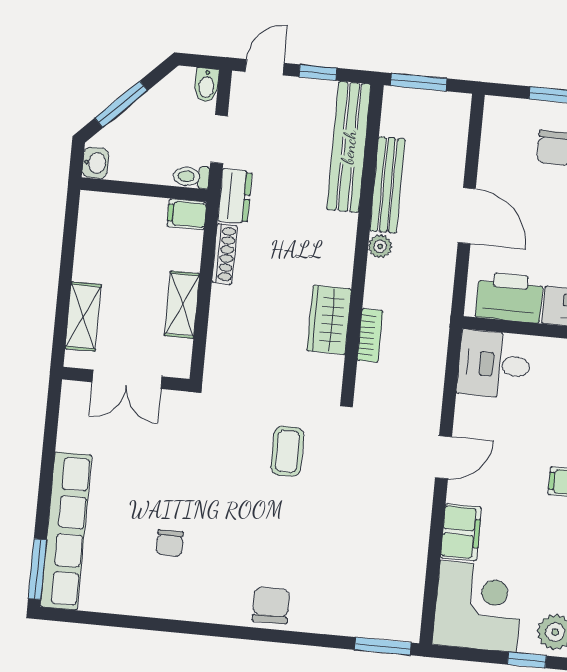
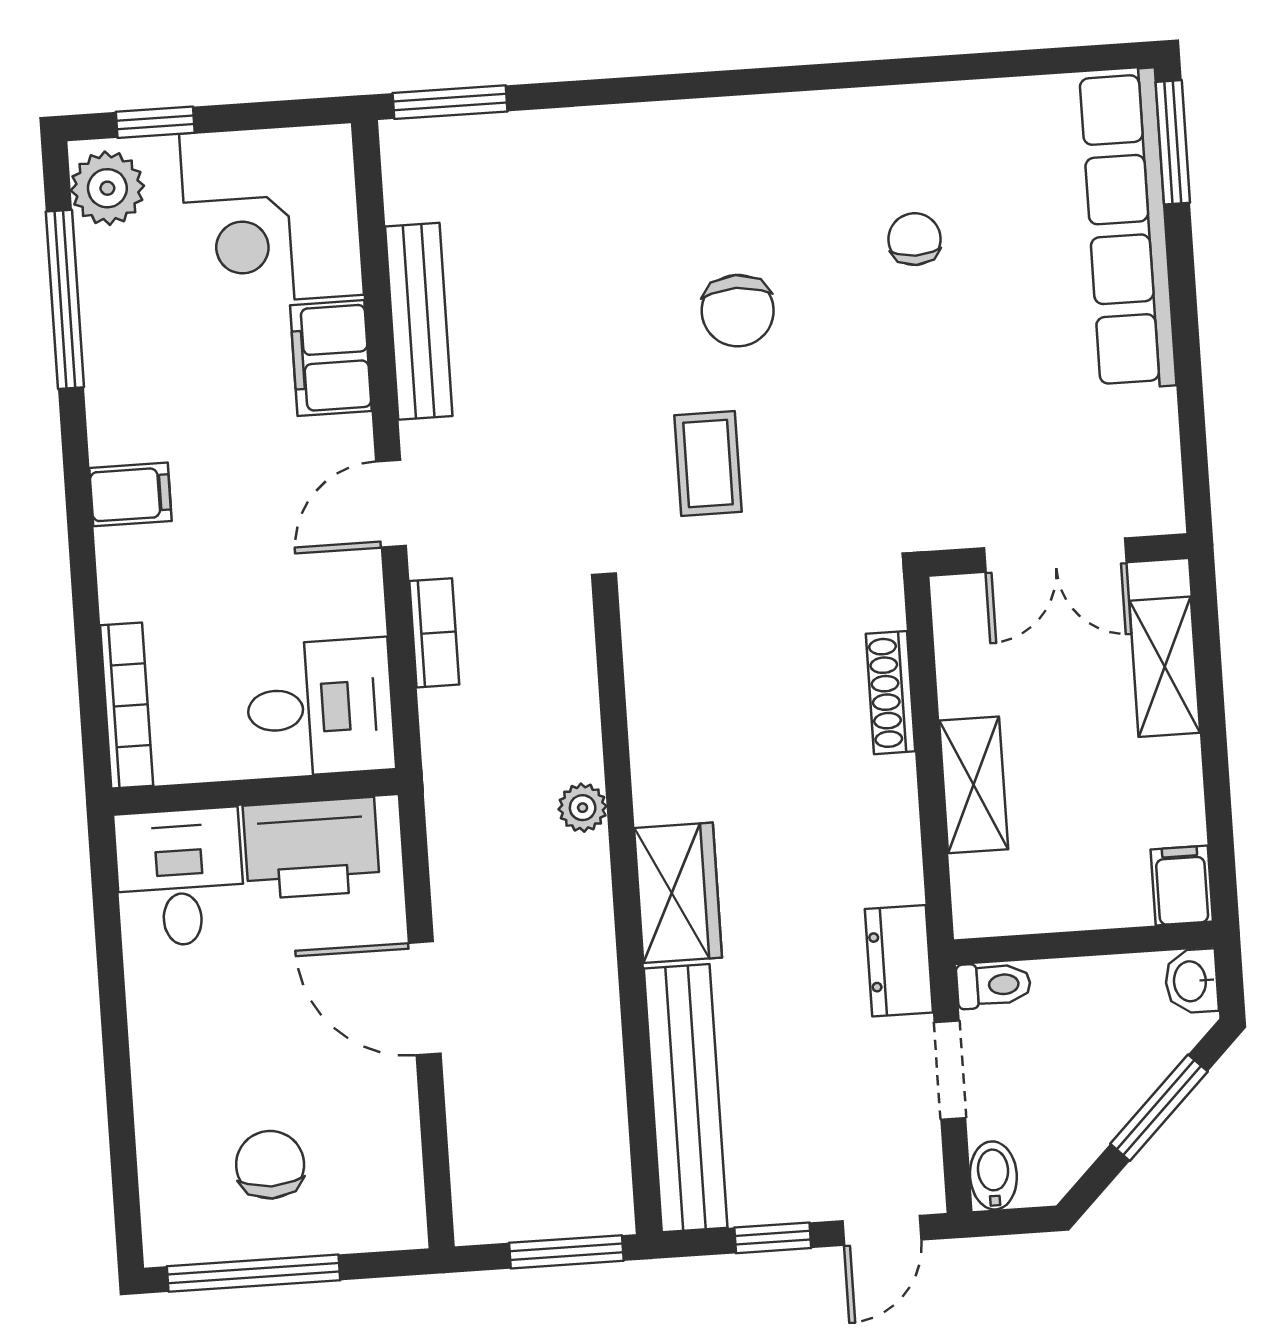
bench: (387, 185) -> (419, 321), moved
filing cabinet: (187, 214) -> (1182, 885), moved, turned -90
plant: (380, 246) -> (583, 808), moved
shoe rack: (225, 254) -> (891, 693), moved
shelving: (182, 305) -> (974, 785), moved
wardrobe: (329, 320) -> (678, 893), moved
bookcase: (370, 335) -> (434, 633), moved, turned 180
double door: (127, 379) -> (1055, 555), swing flipped
chair: (271, 605) -> (738, 311), moved

